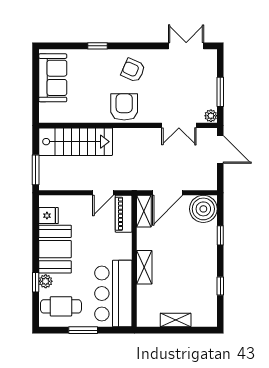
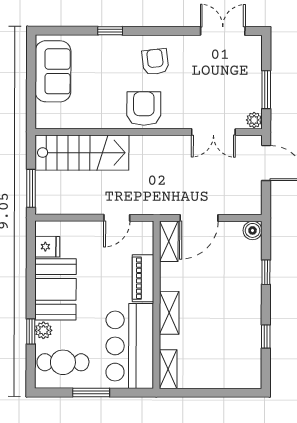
armchair: (133, 70) -> (155, 62), turned 59
boiler: (203, 209) -> (253, 230), width x0.54, depth x0.54
piano: (124, 214) -> (143, 278), moved
shelving: (176, 320) -> (168, 369), moved, turned 90

